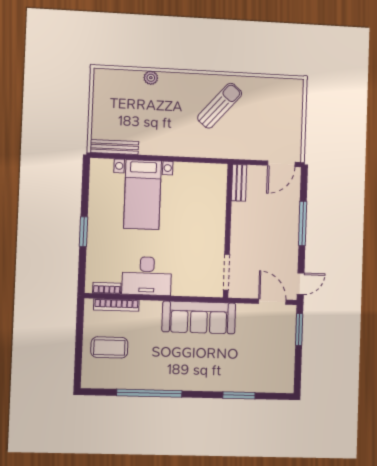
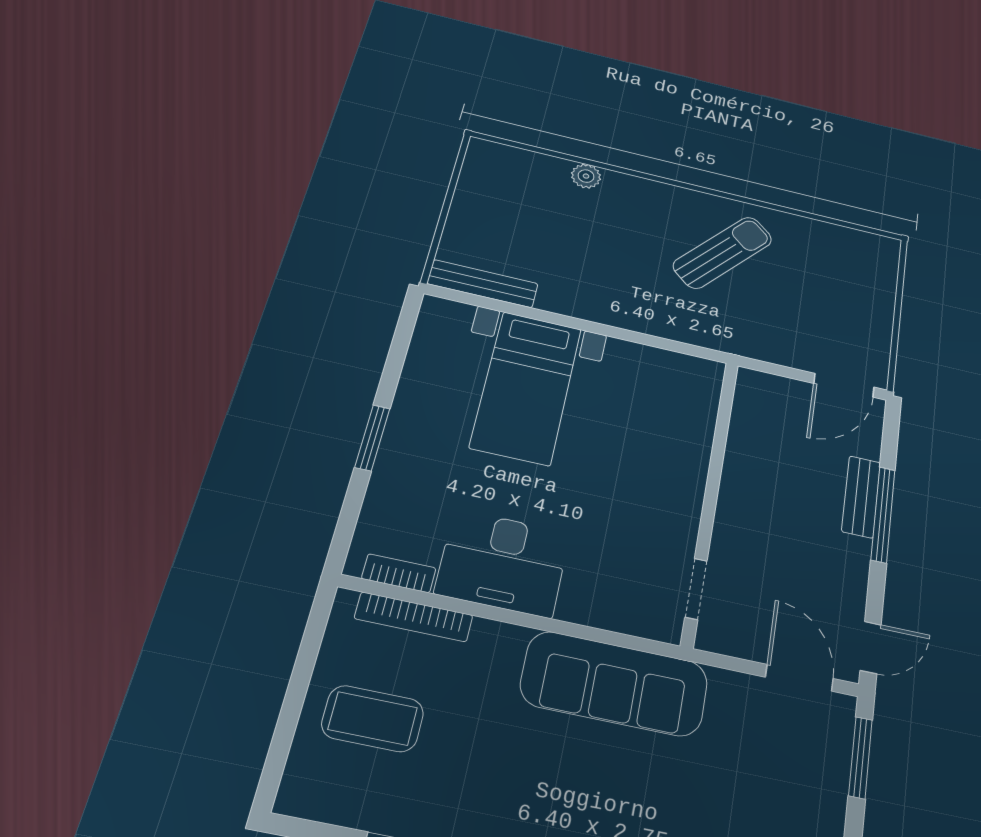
bench: (239, 183) -> (861, 497), moved
doorway: (226, 272) -> (696, 589), width x0.73

